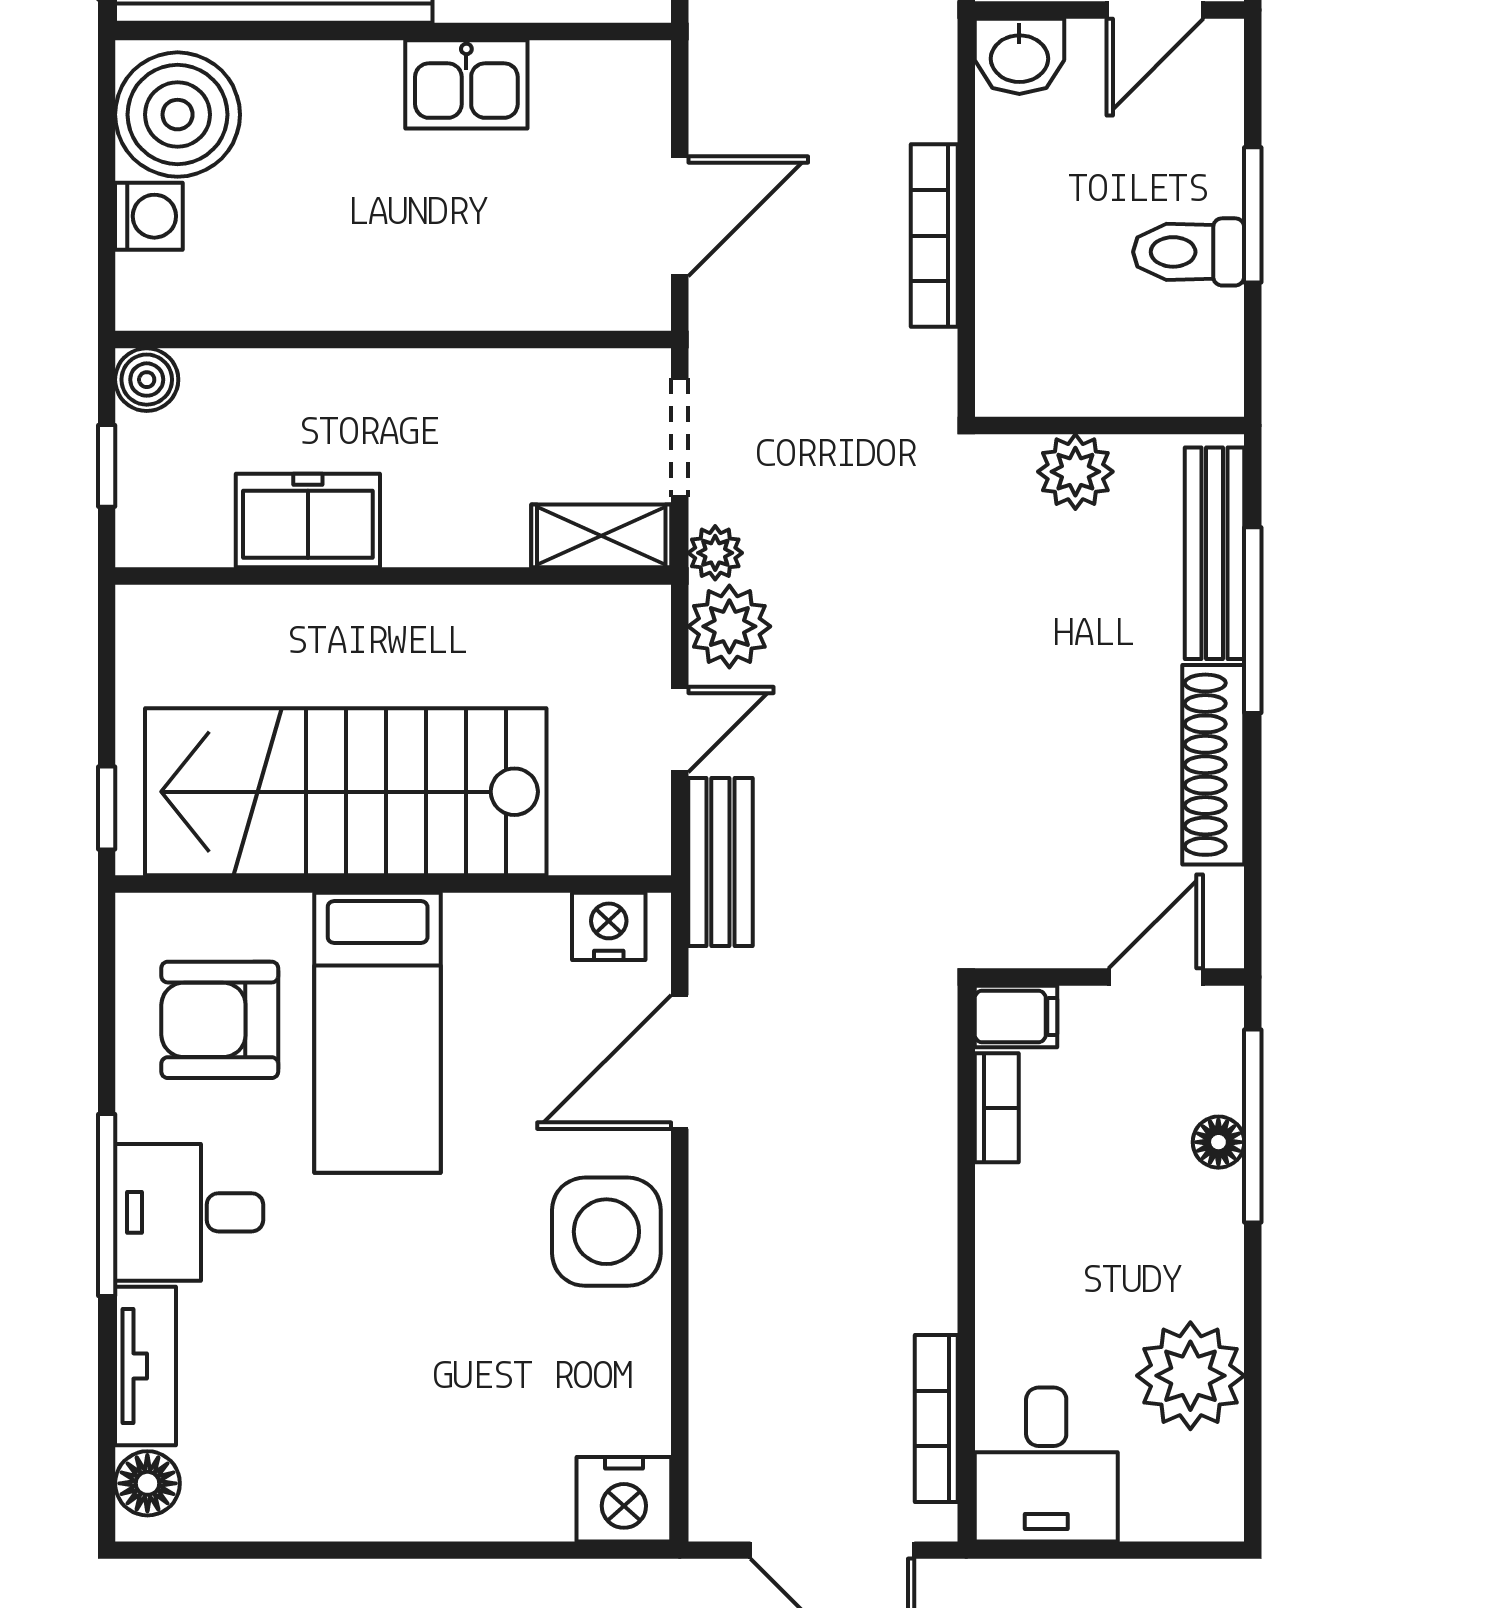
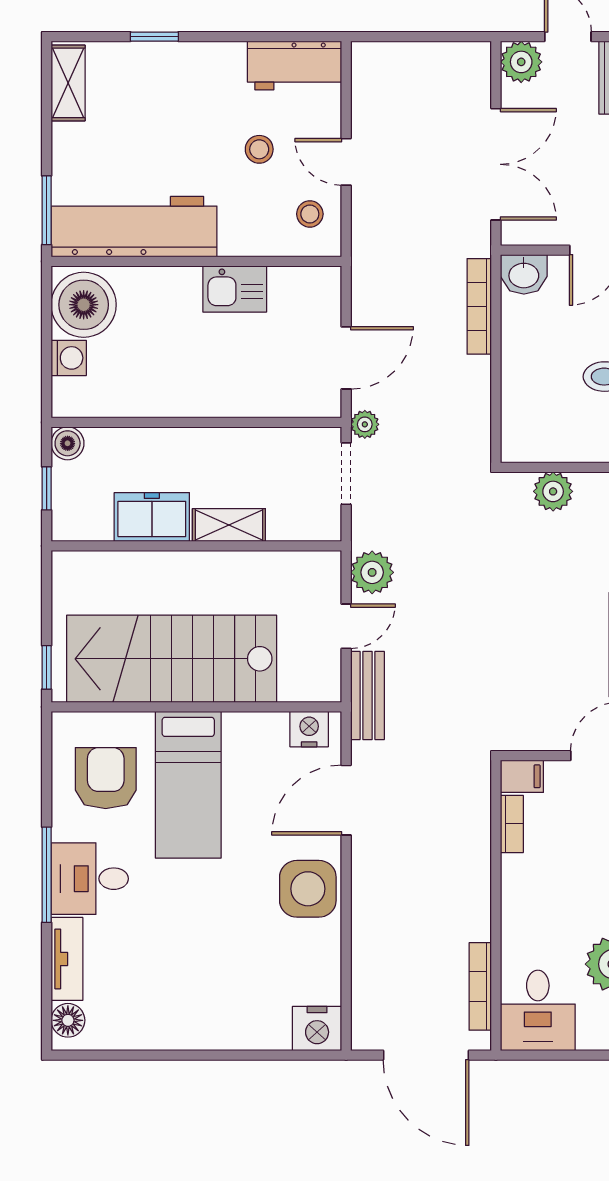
bookcase: (934, 236) -> (479, 306), moved
shelving: (601, 536) -> (229, 525), moved
plant: (715, 553) -> (365, 424), moved
armchair: (220, 1020) -> (106, 778), turned 90

